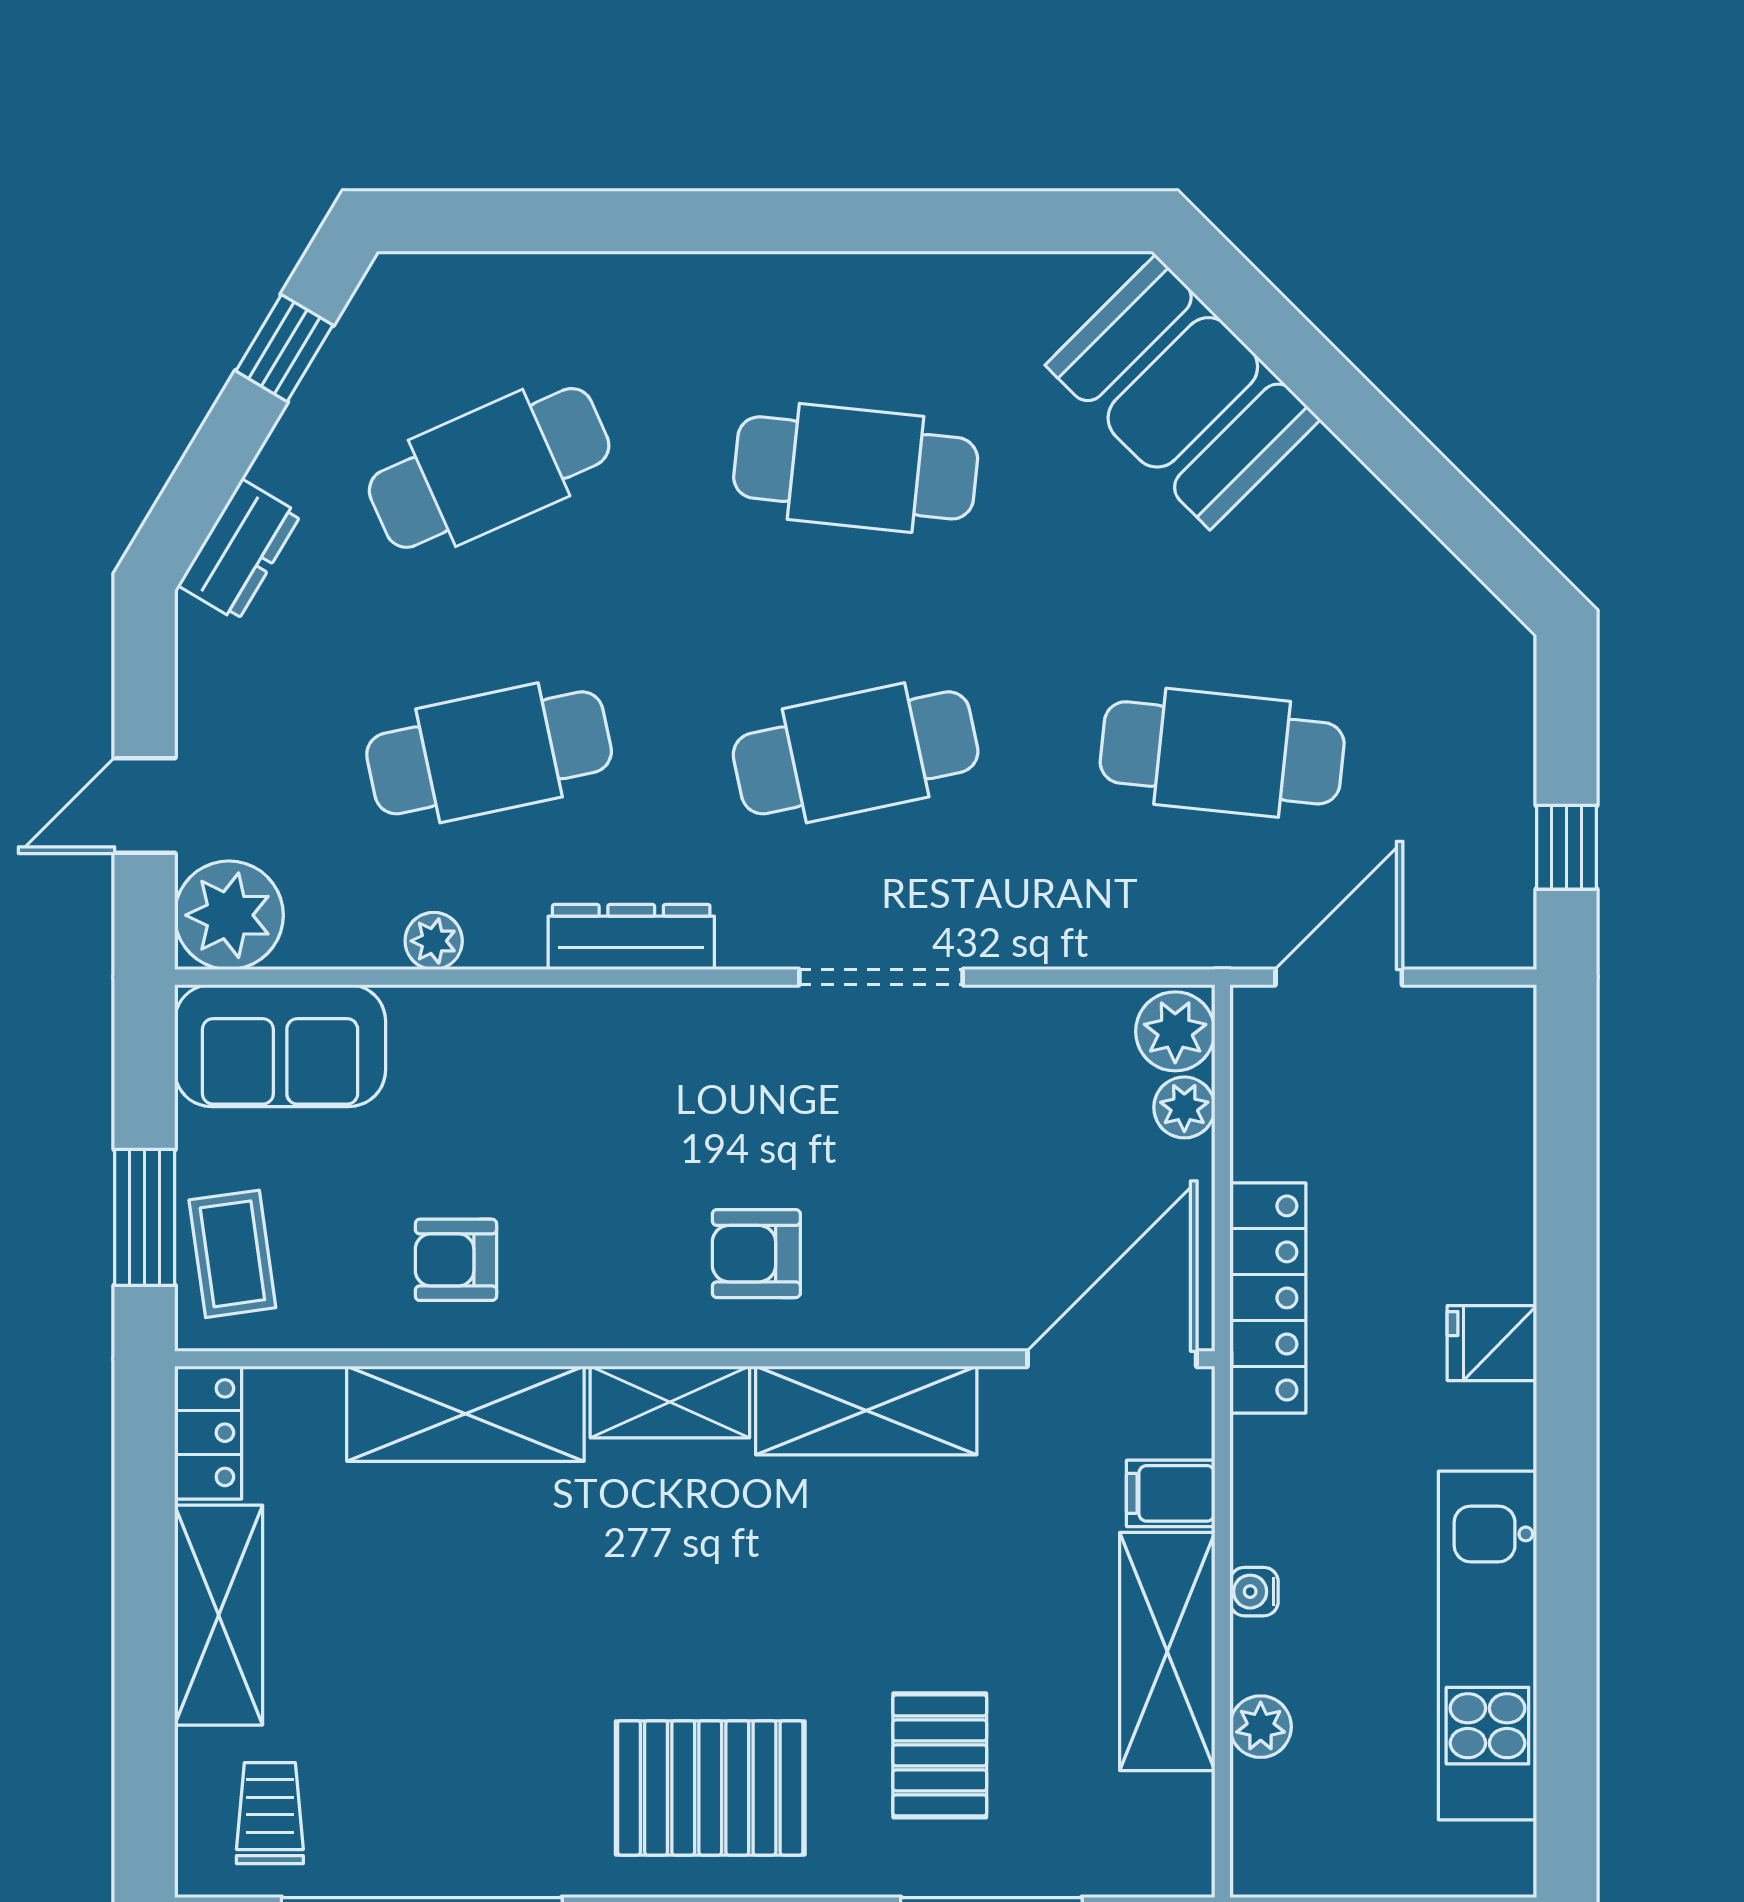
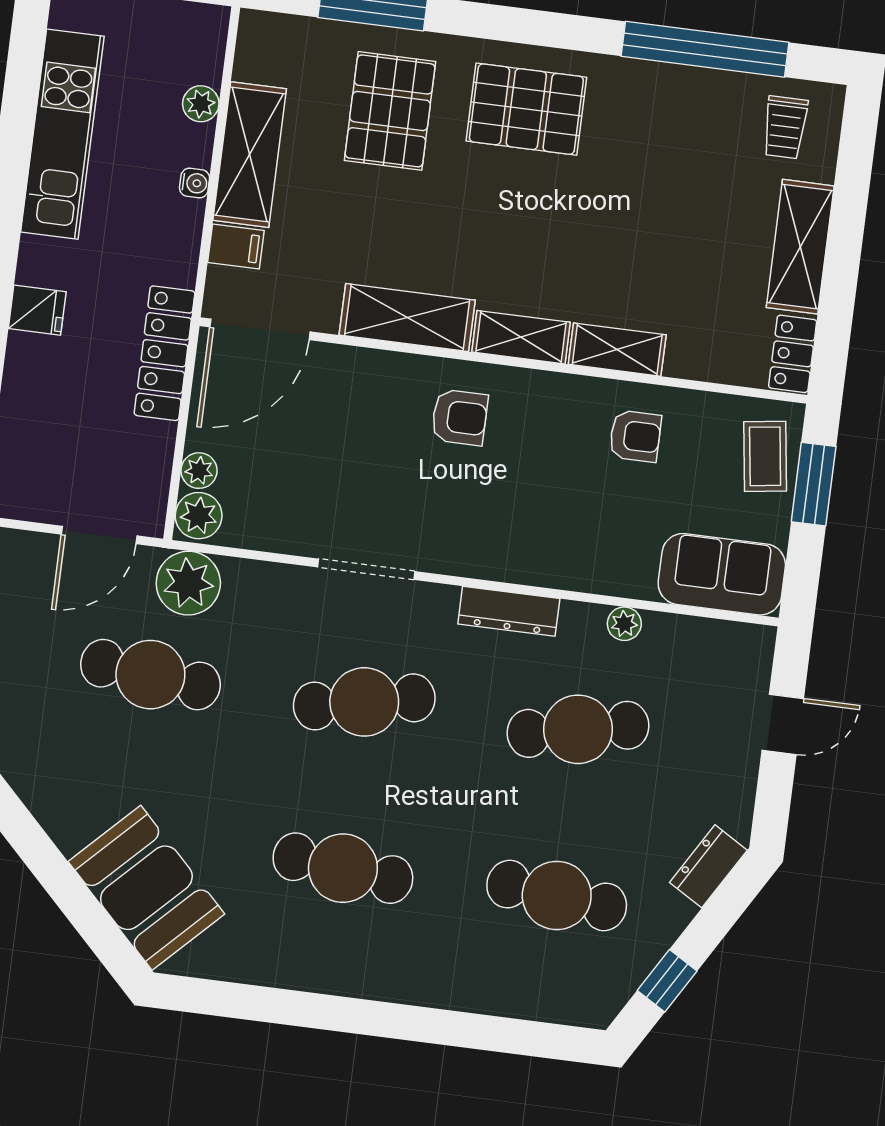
cafe table: (489, 468) -> (557, 895), turned 30
plant: (229, 915) -> (188, 583), moved
shelving: (465, 1414) -> (617, 350), width x0.67, depth x0.75
pallet: (940, 1755) -> (390, 111), width x1.50, depth x1.42

